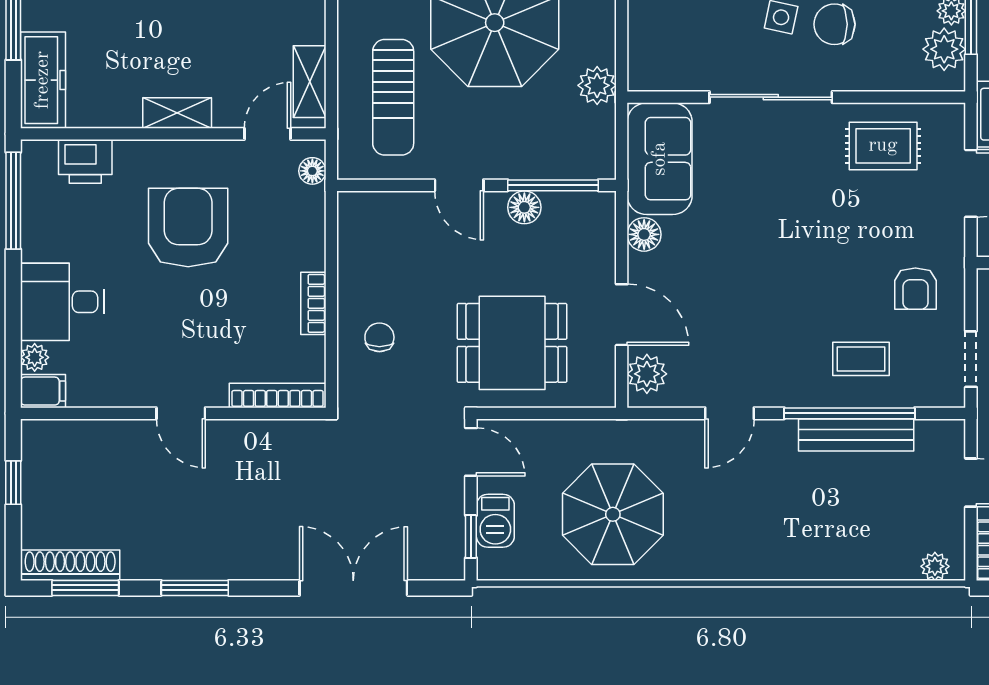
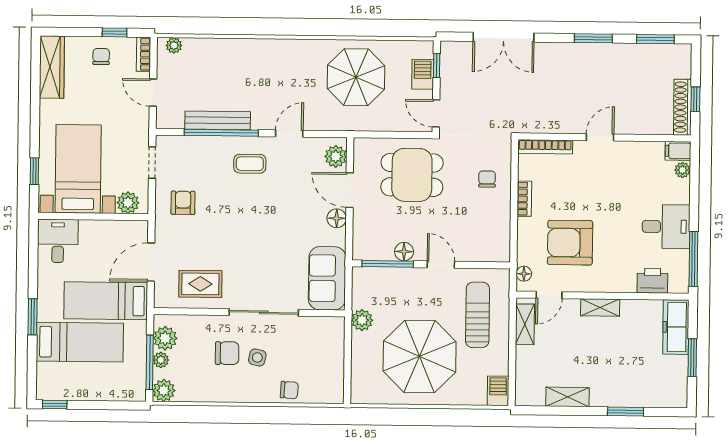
armchair: (188, 228) -> (570, 243), moved, turned 90
floor lamp: (644, 234) -> (337, 218), moved
desk: (62, 302) -> (666, 227), moved
chair: (379, 337) -> (487, 179), turned 180
coffee table: (861, 359) -> (250, 164), moved
door: (181, 413) -> (600, 137), hinge flipped
shoe rack: (70, 565) -> (683, 107), moved, turned 90

